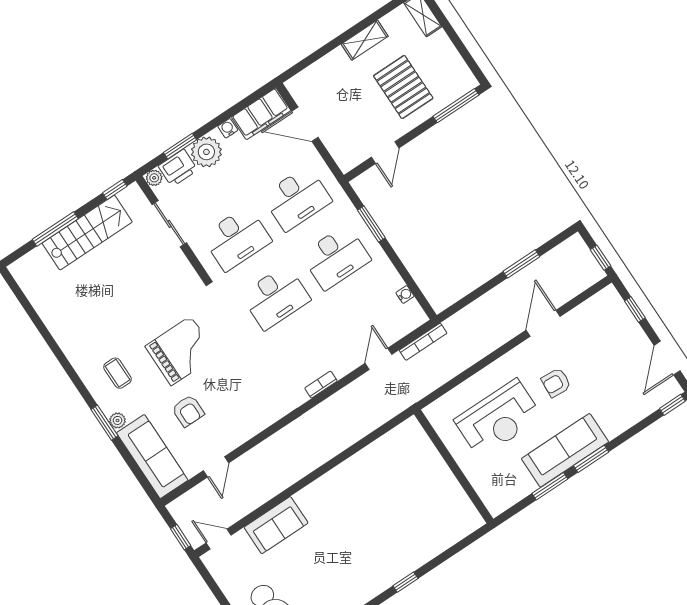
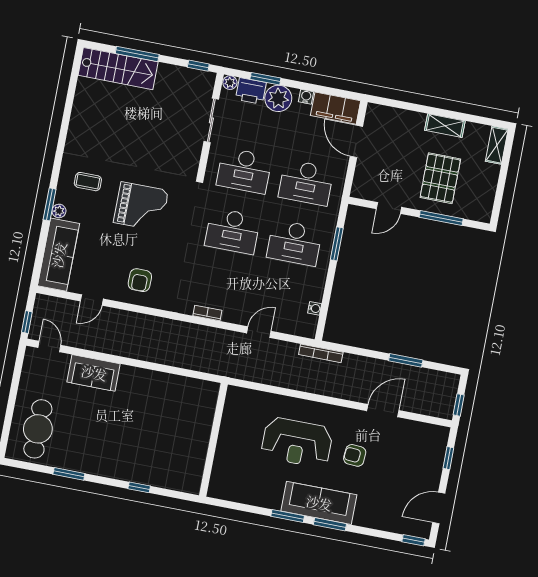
window: (456, 106) -> (441, 218), moved
stairs: (87, 233) -> (118, 69), moved
bookcase: (423, 342) -> (321, 353), moved
coffee table: (118, 373) -> (88, 182), turned 90
armchair: (188, 411) -> (140, 280), moved
wall: (454, 466) -> (213, 440), moved

